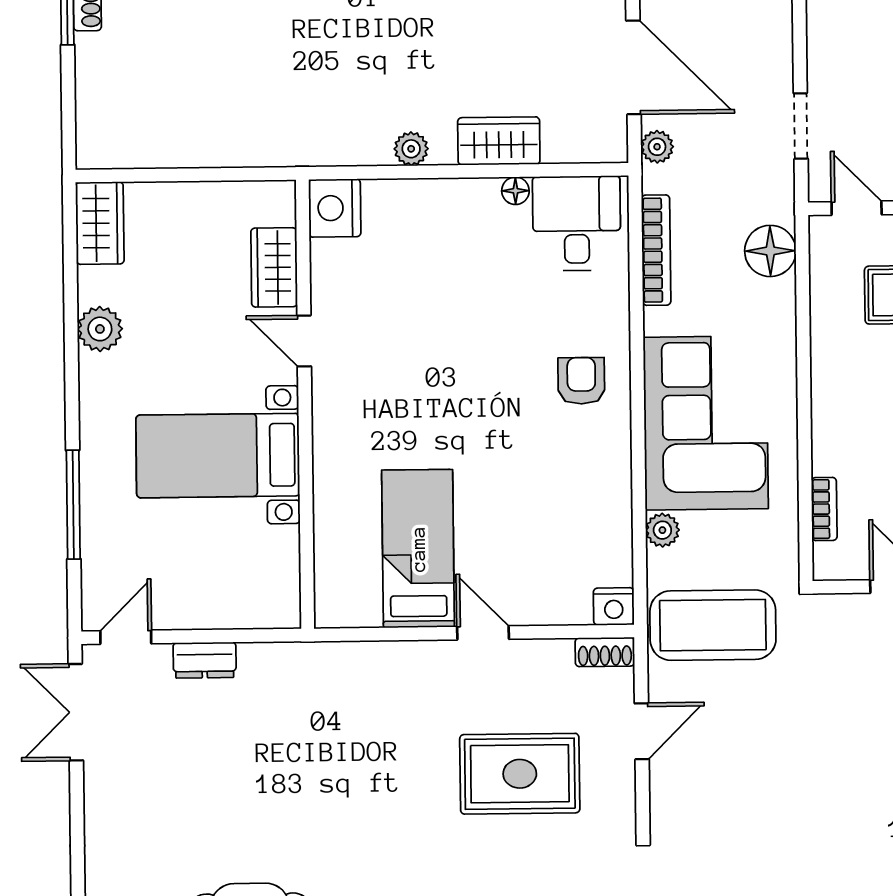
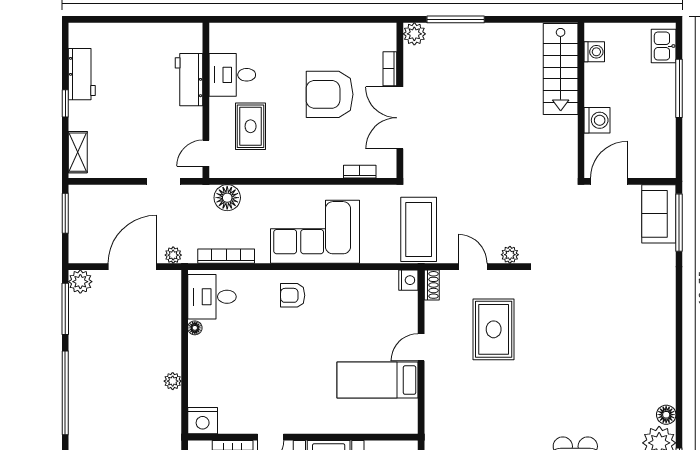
wardrobe: (499, 141) -> (169, 336), removed
plant: (662, 530) -> (510, 255), moved

